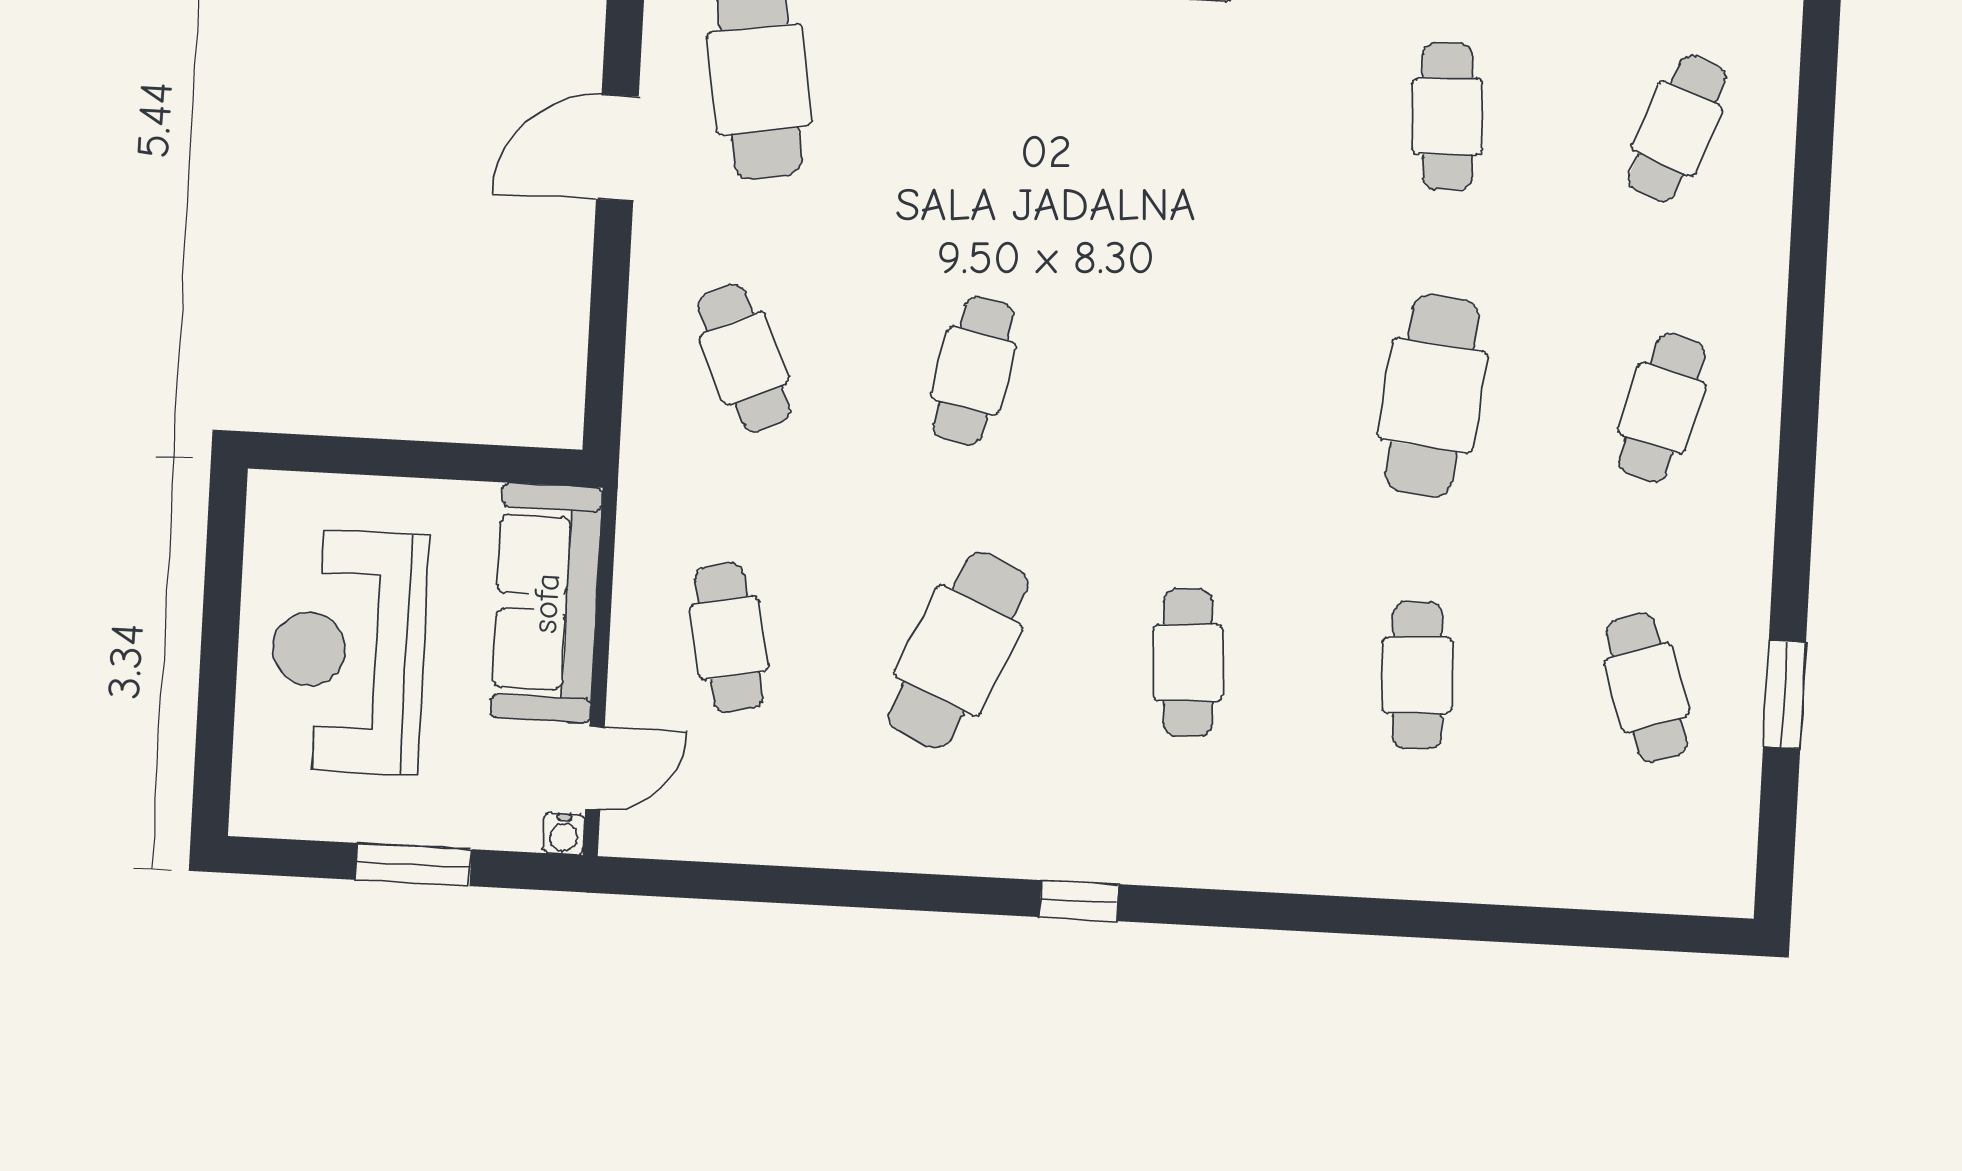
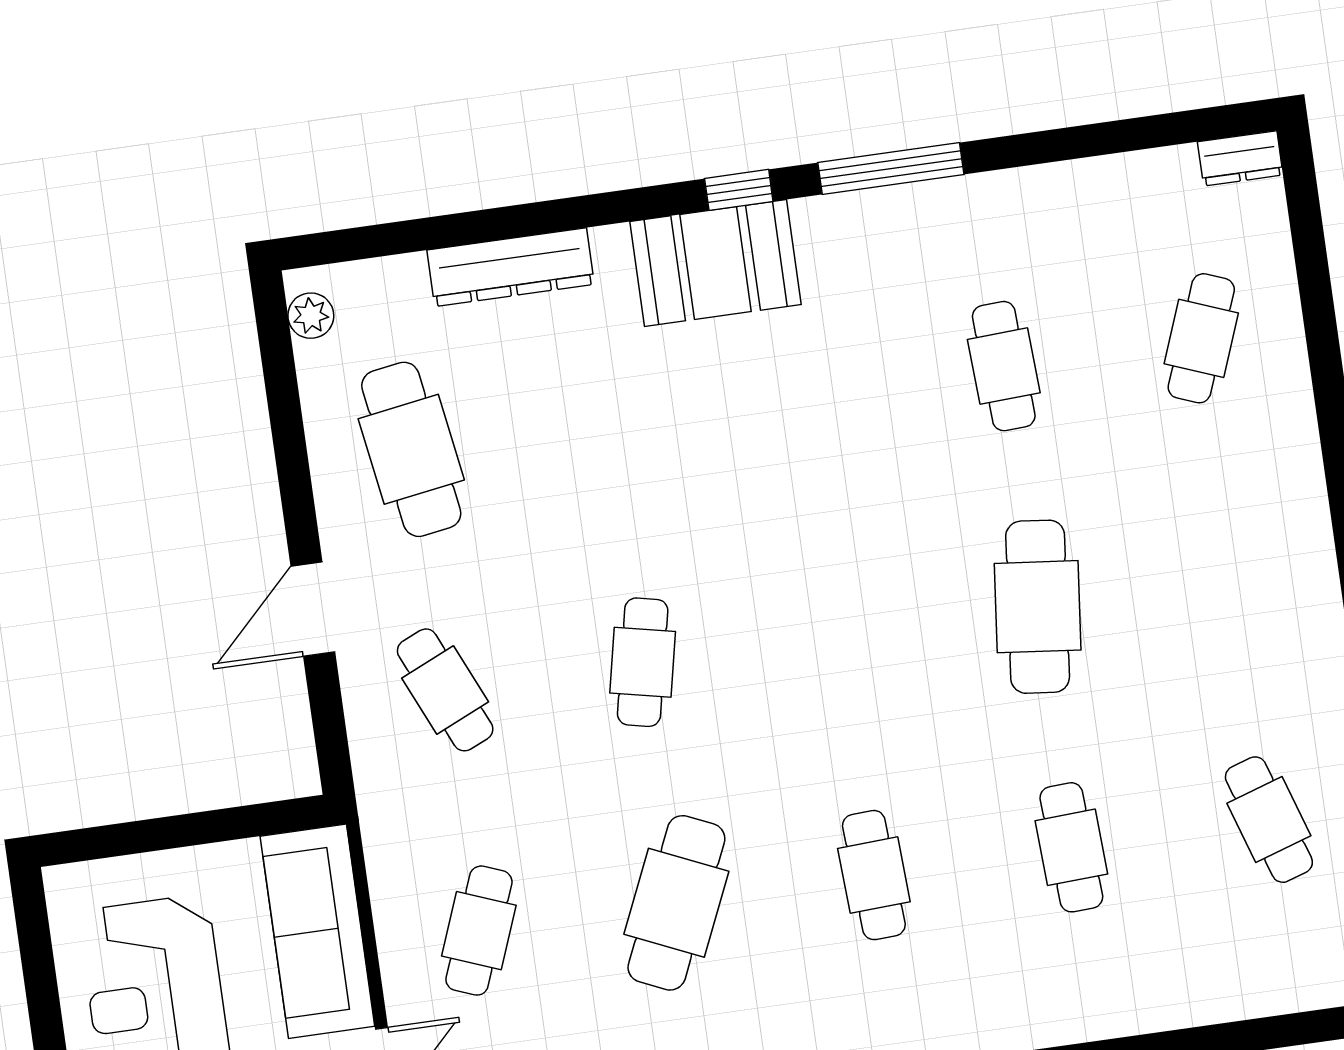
door: (617, 148) -> (313, 609), moved
cafe table: (1662, 408) -> (1235, 579), removed
cafe table: (729, 638) -> (479, 931), turned 33

